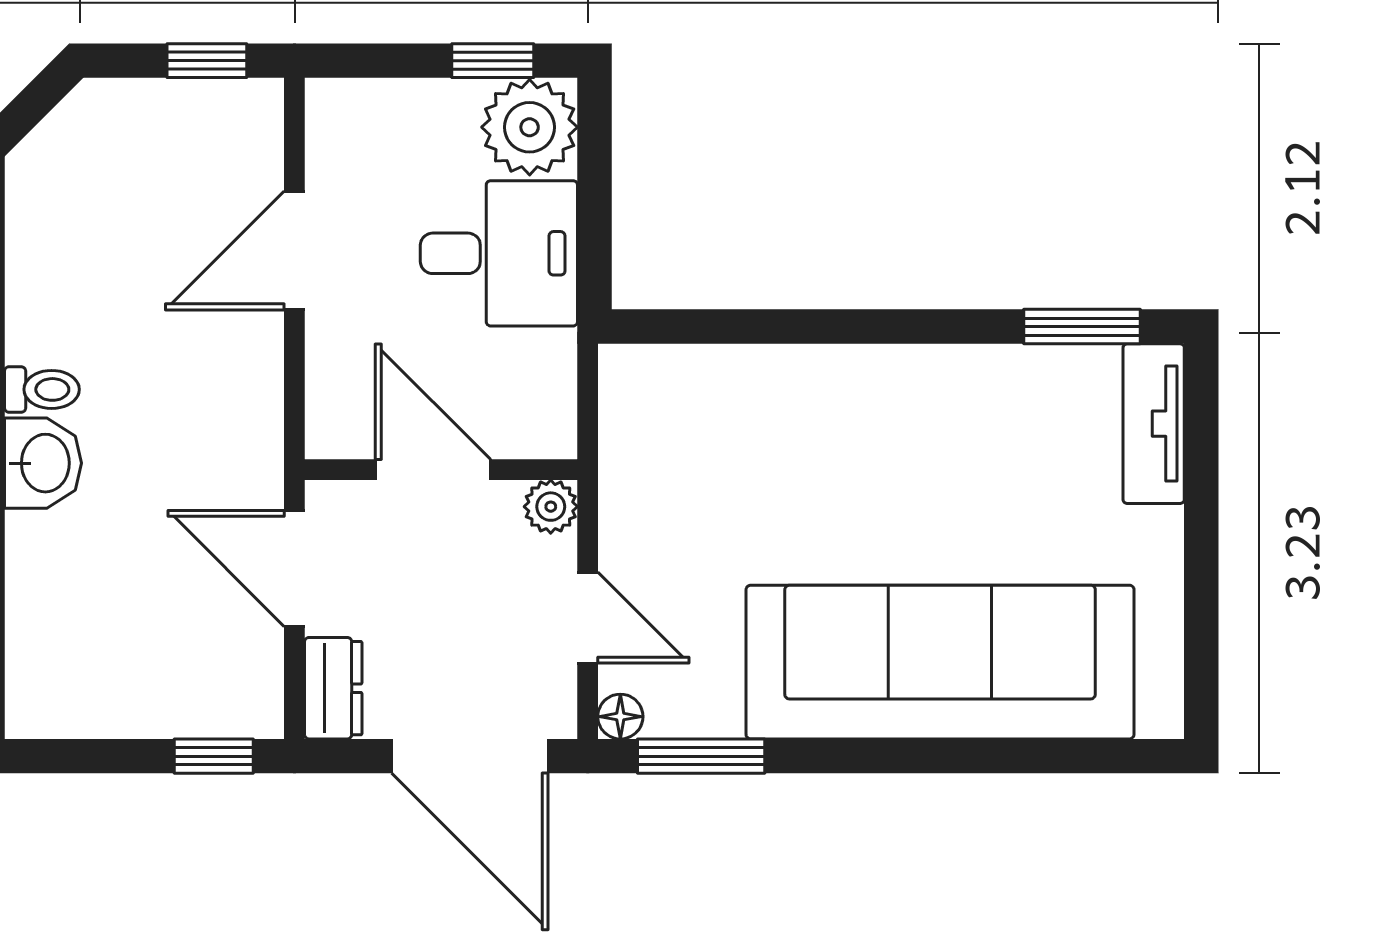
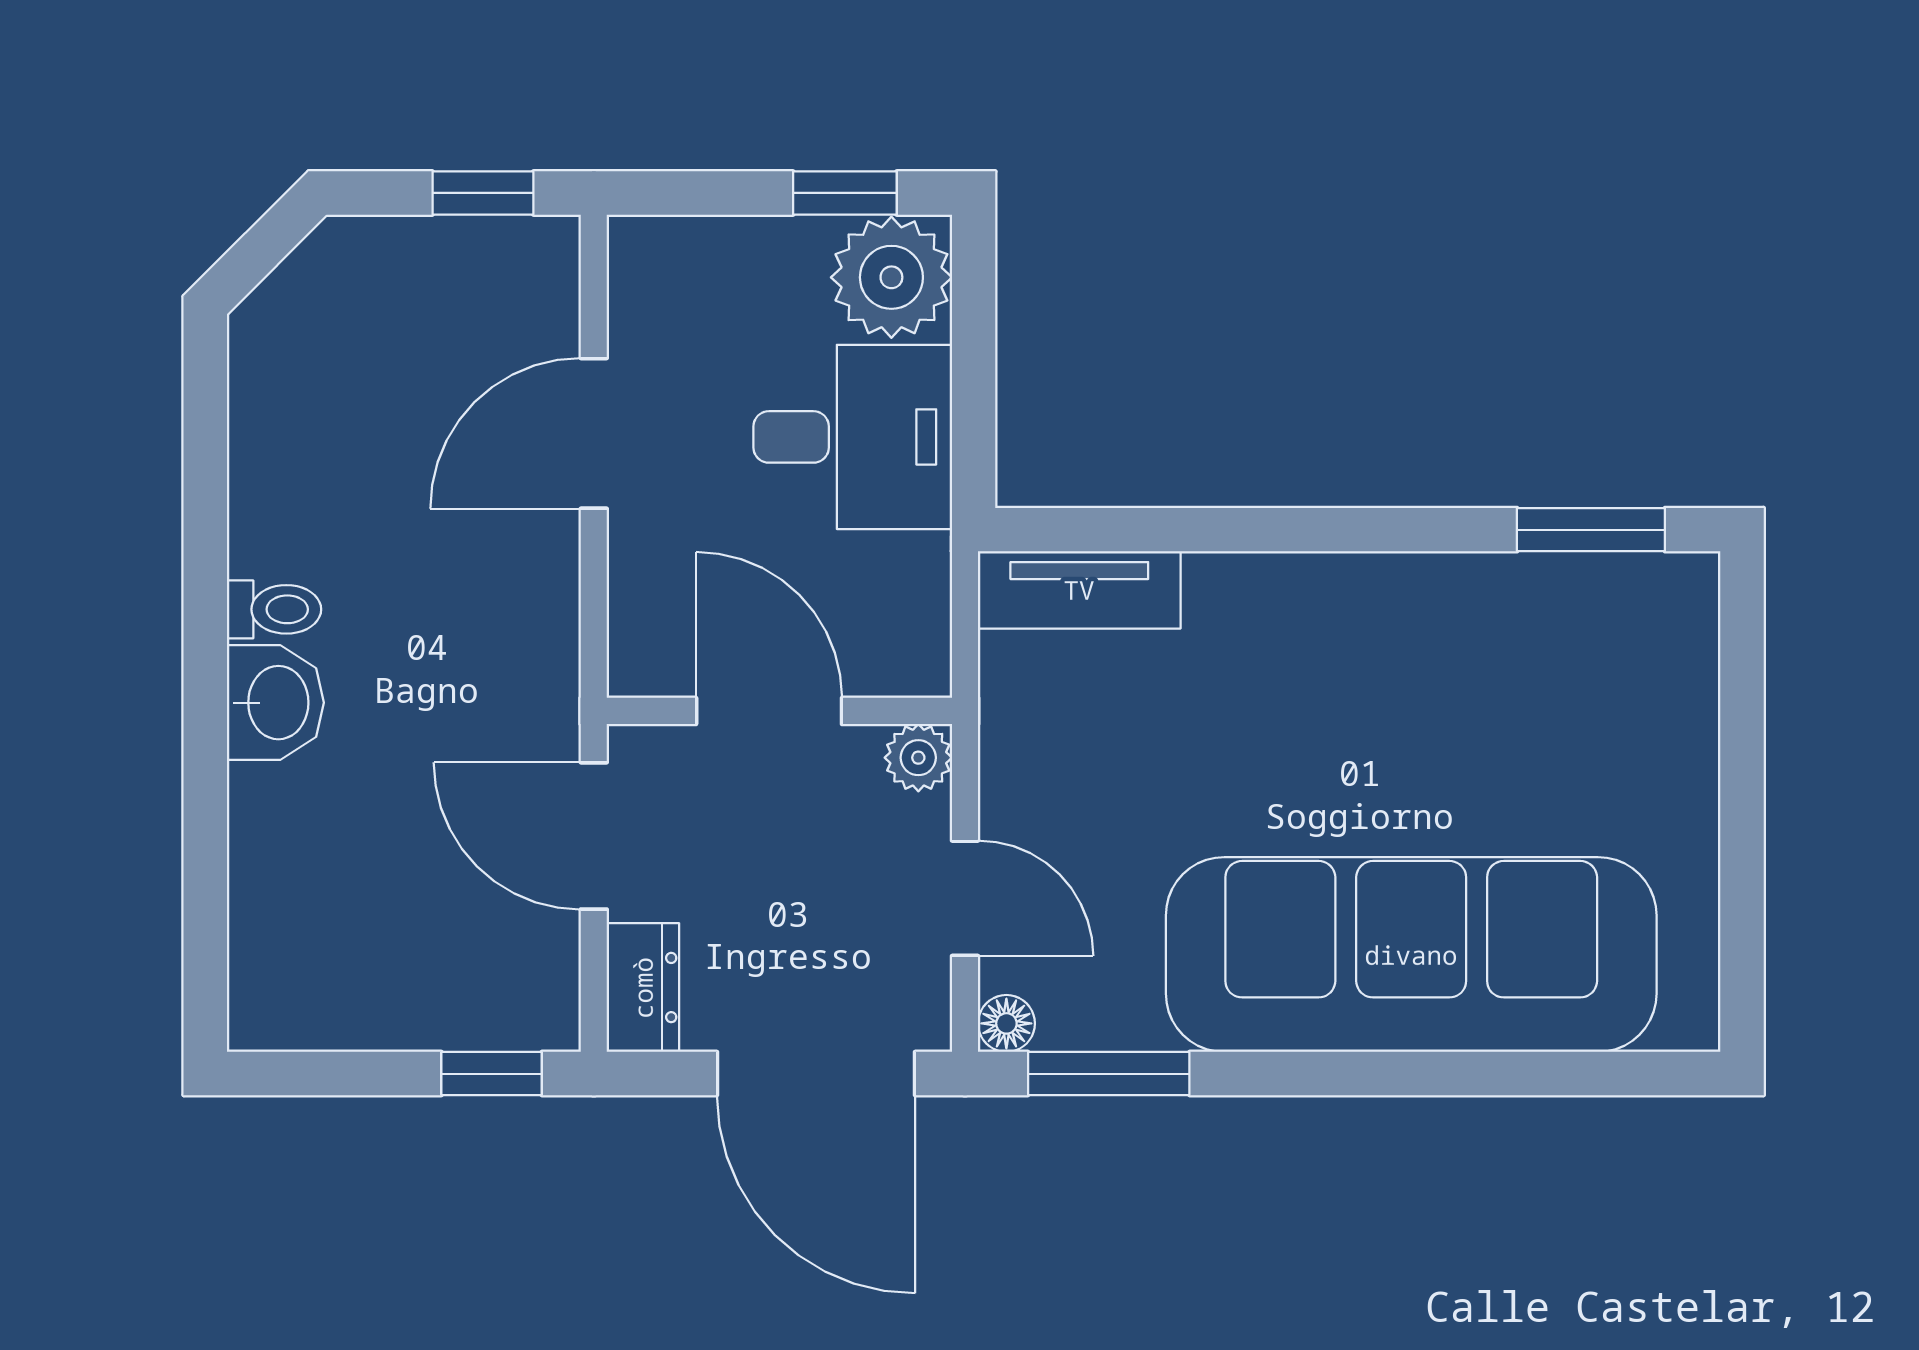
tv unit: (1154, 424) -> (1079, 590), moved, turned -90

